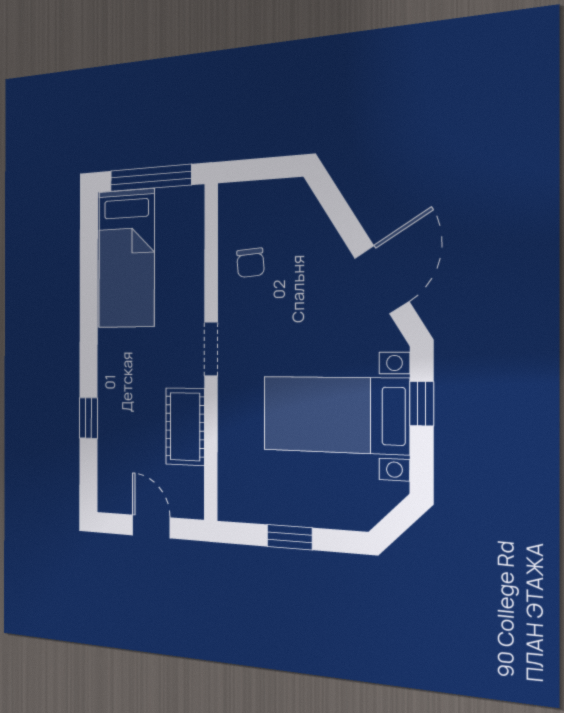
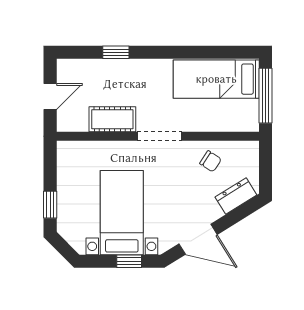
dresser: (307, 216) -> (236, 196), added
chair: (250, 263) -> (210, 161), turned -143
doorway: (211, 349) -> (160, 136), width x1.38
window: (290, 537) -> (50, 205), moved

